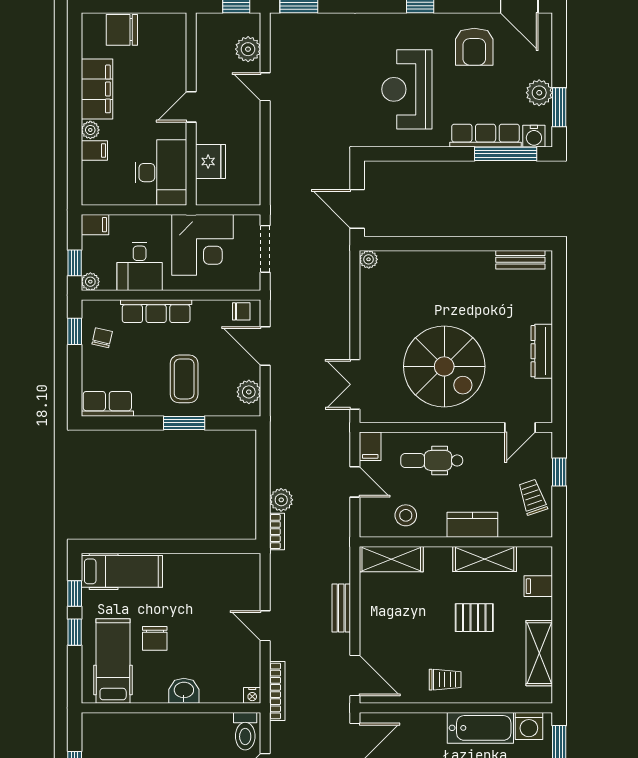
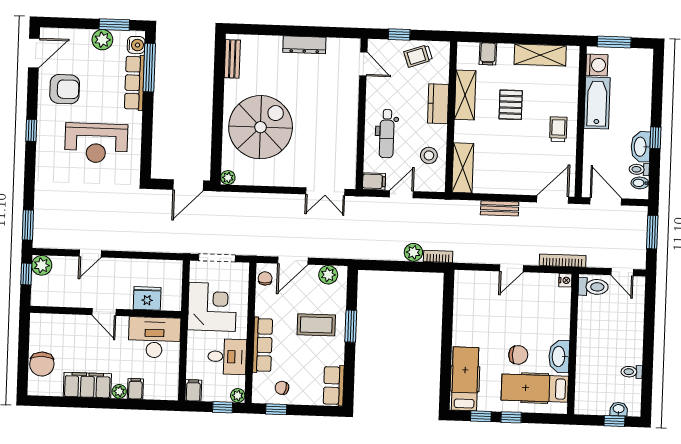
plant: (248, 49) -> (42, 265), moved
spiral stairs: (444, 366) -> (261, 127), moved
washbasin: (184, 691) -> (559, 356), moved, width x1.38

